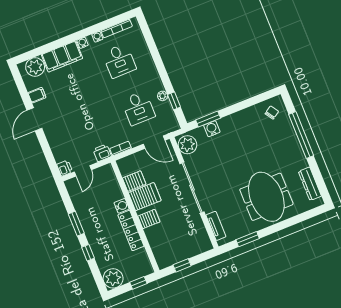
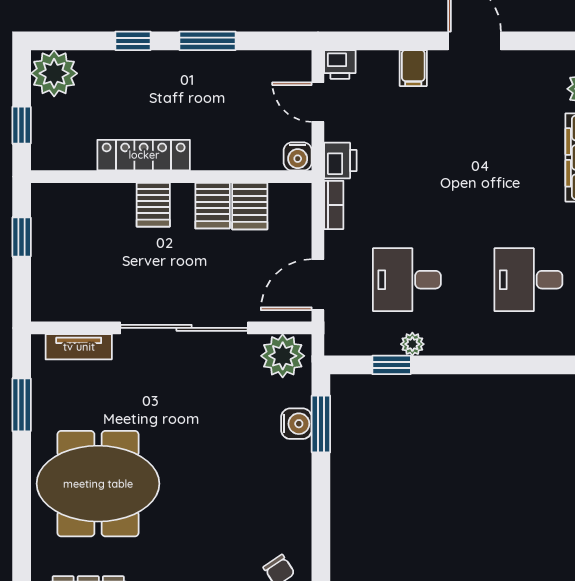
filing cabinet: (37, 95) -> (413, 68), moved
server rack: (145, 197) -> (213, 206), width x0.73, depth x0.70
water cooler: (122, 206) -> (298, 156), moved

